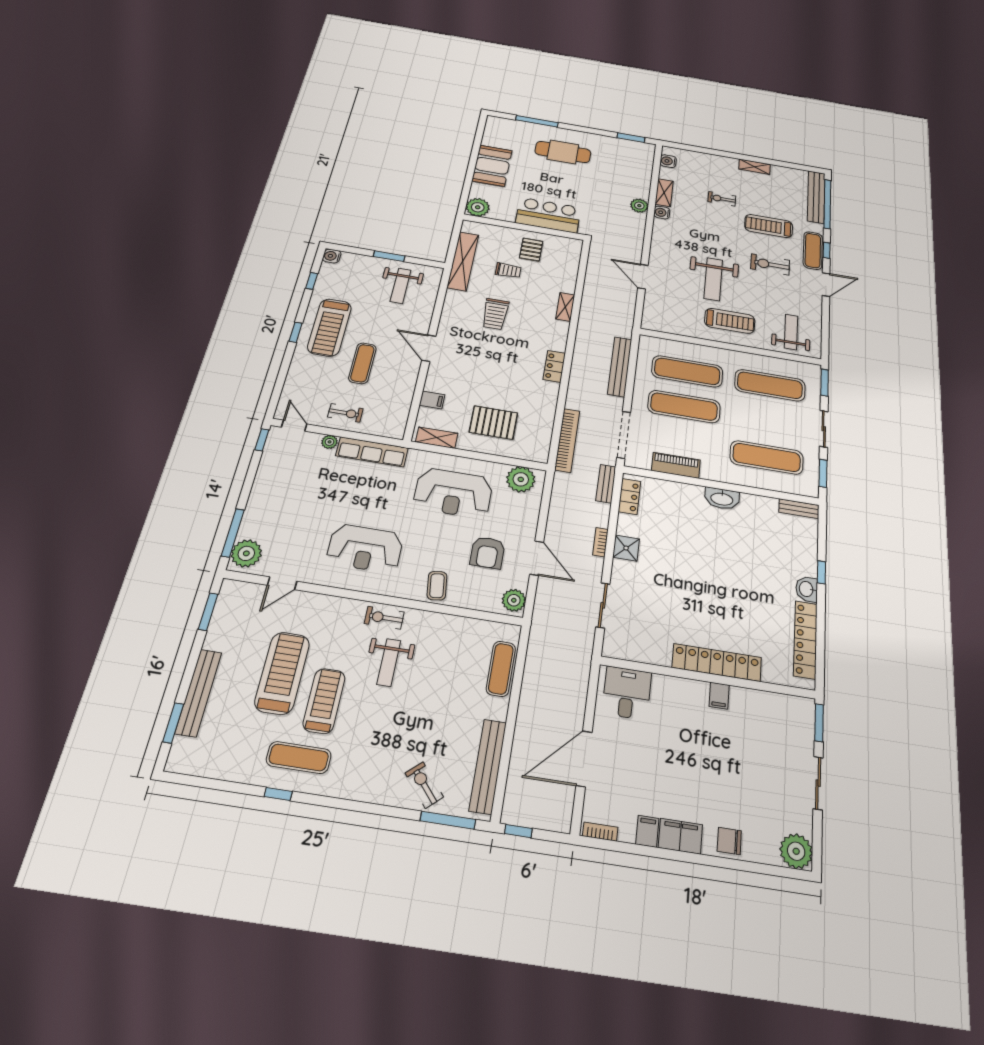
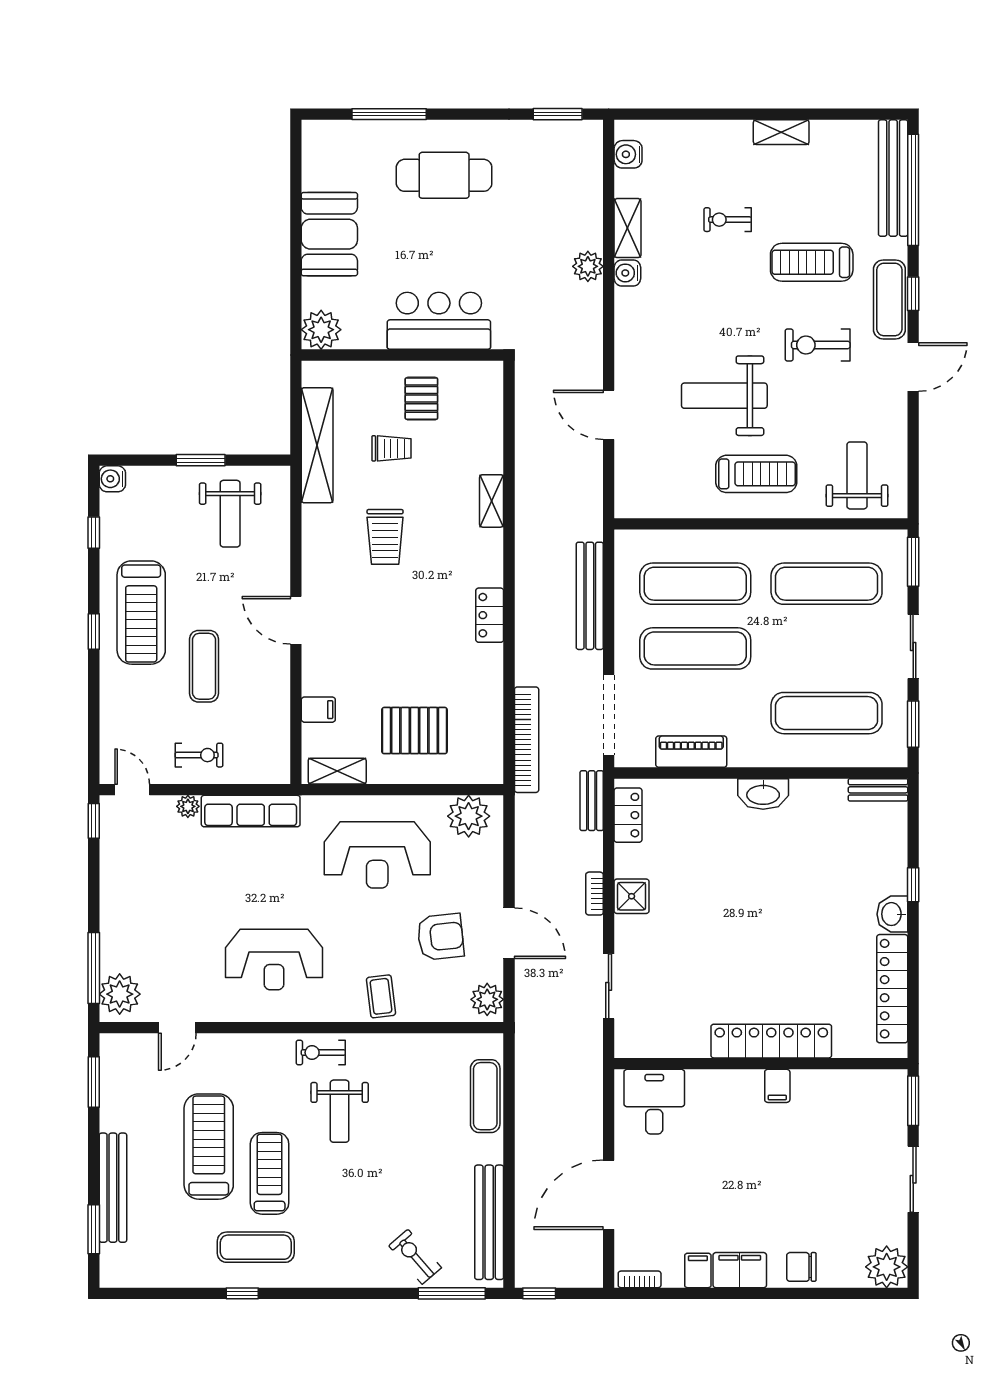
weight bench: (713, 279) -> (724, 396), turned 90
armchair: (488, 553) -> (440, 937), turned -96

